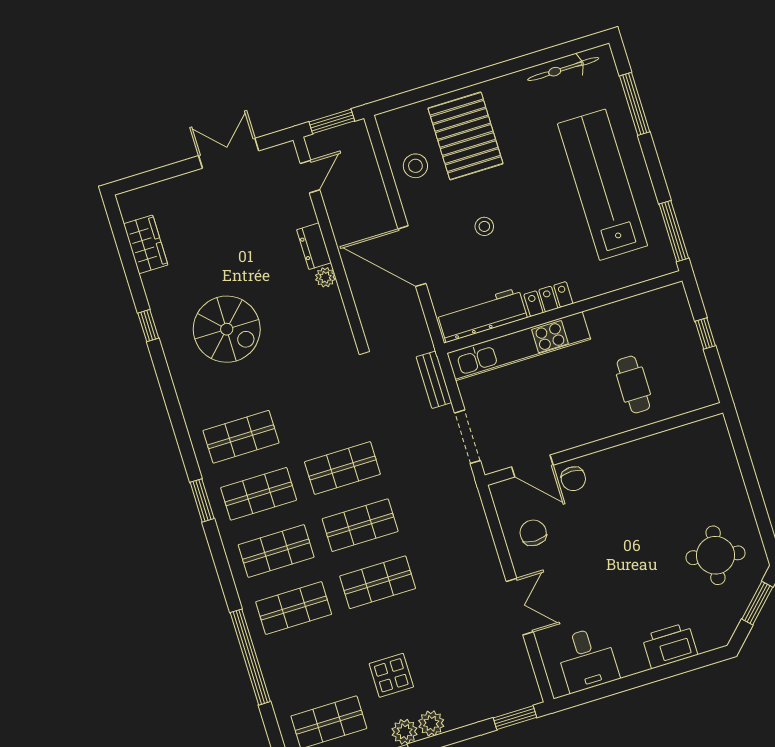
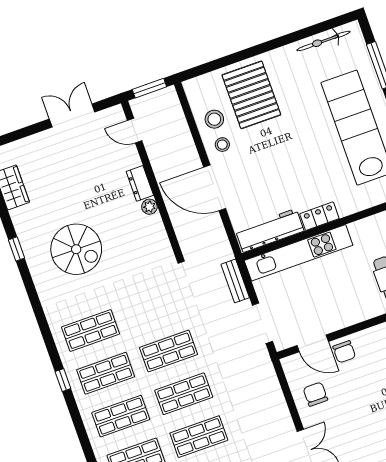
door: (310, 177) -> (135, 131), swing flipped
stool: (484, 226) -> (222, 145), moved
window: (202, 500) -> (63, 380), width x0.67

